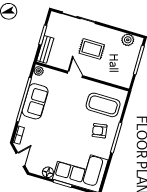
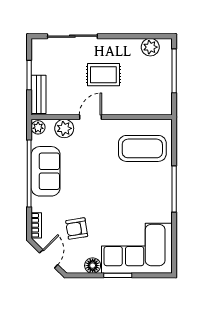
door: (75, 74) -> (90, 117), hinge flipped
plant: (56, 77) -> (64, 128), added
armchair: (100, 131) -> (77, 229), moved

